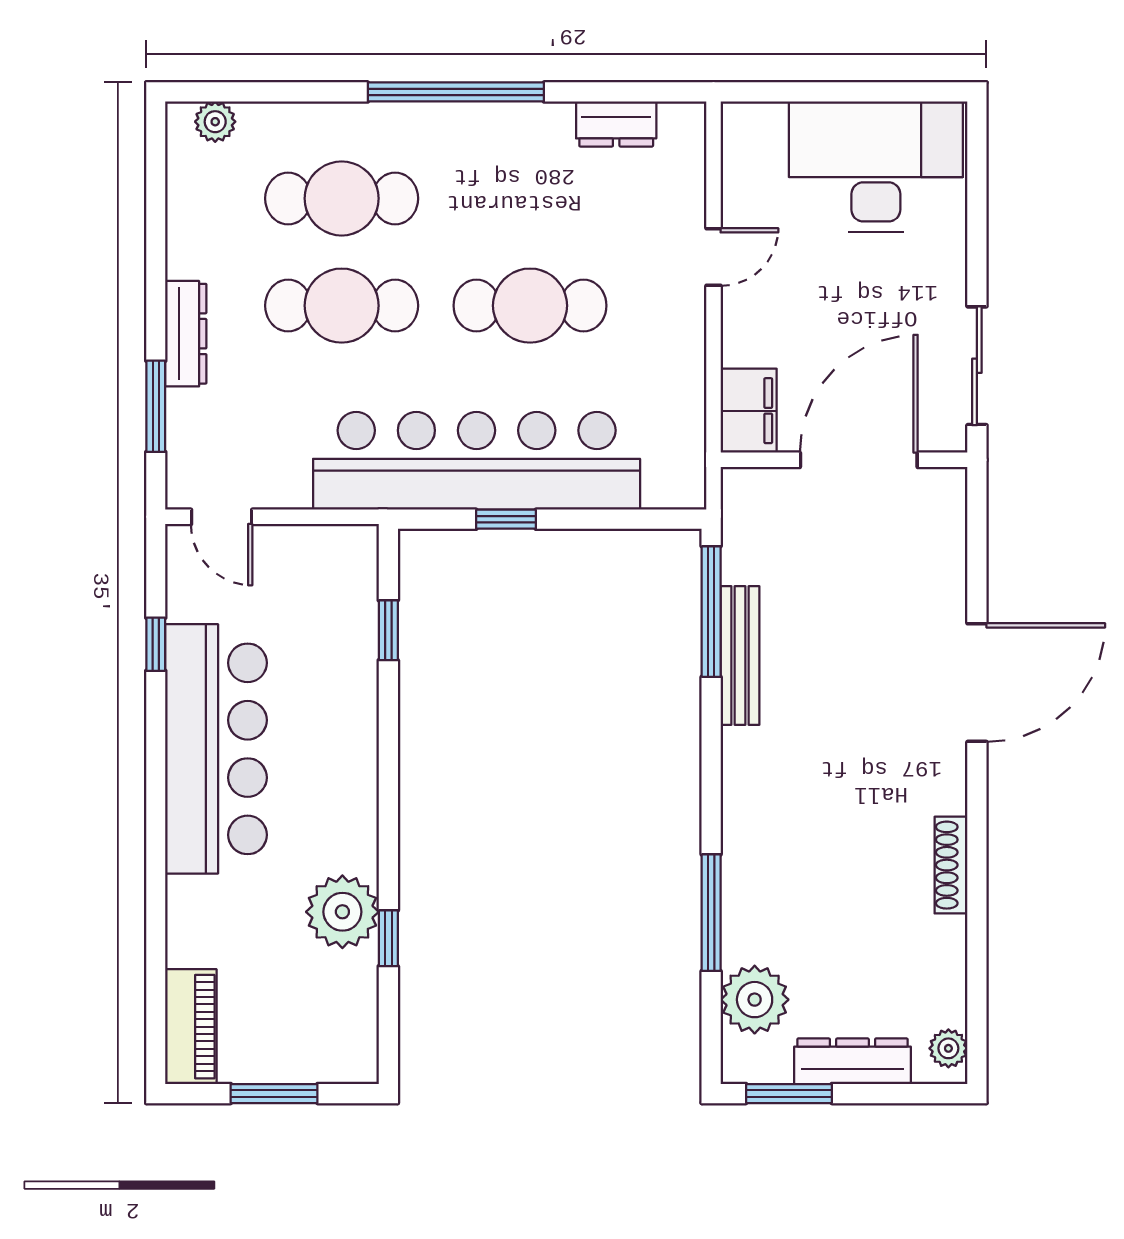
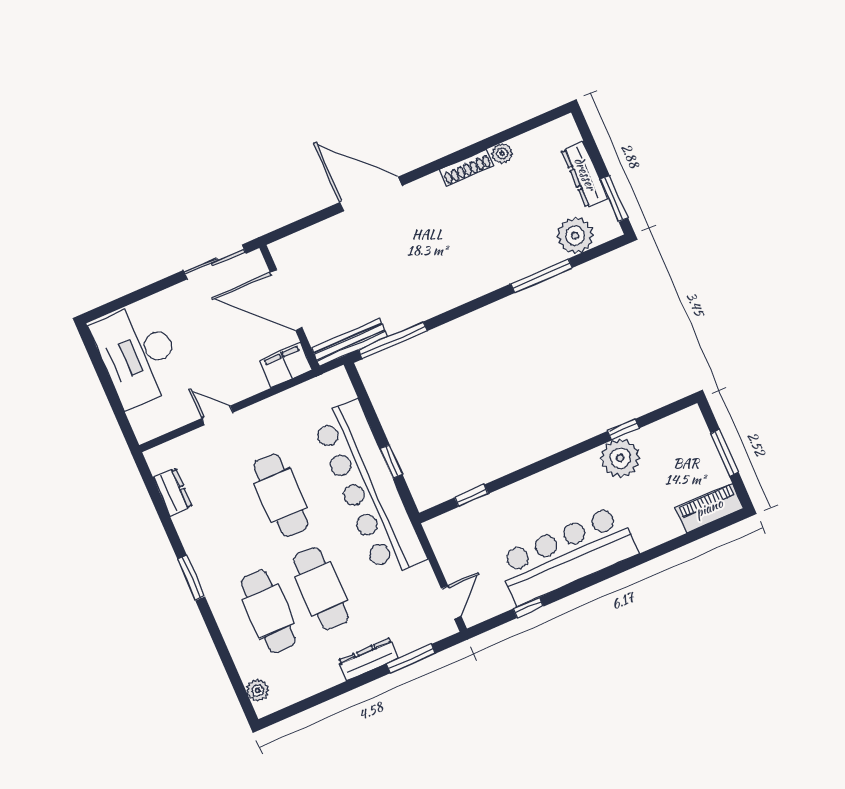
window: (456, 92) -> (191, 578), width x0.47
bench: (740, 656) -> (350, 342), moved
plant: (948, 1048) -> (502, 154), moved

